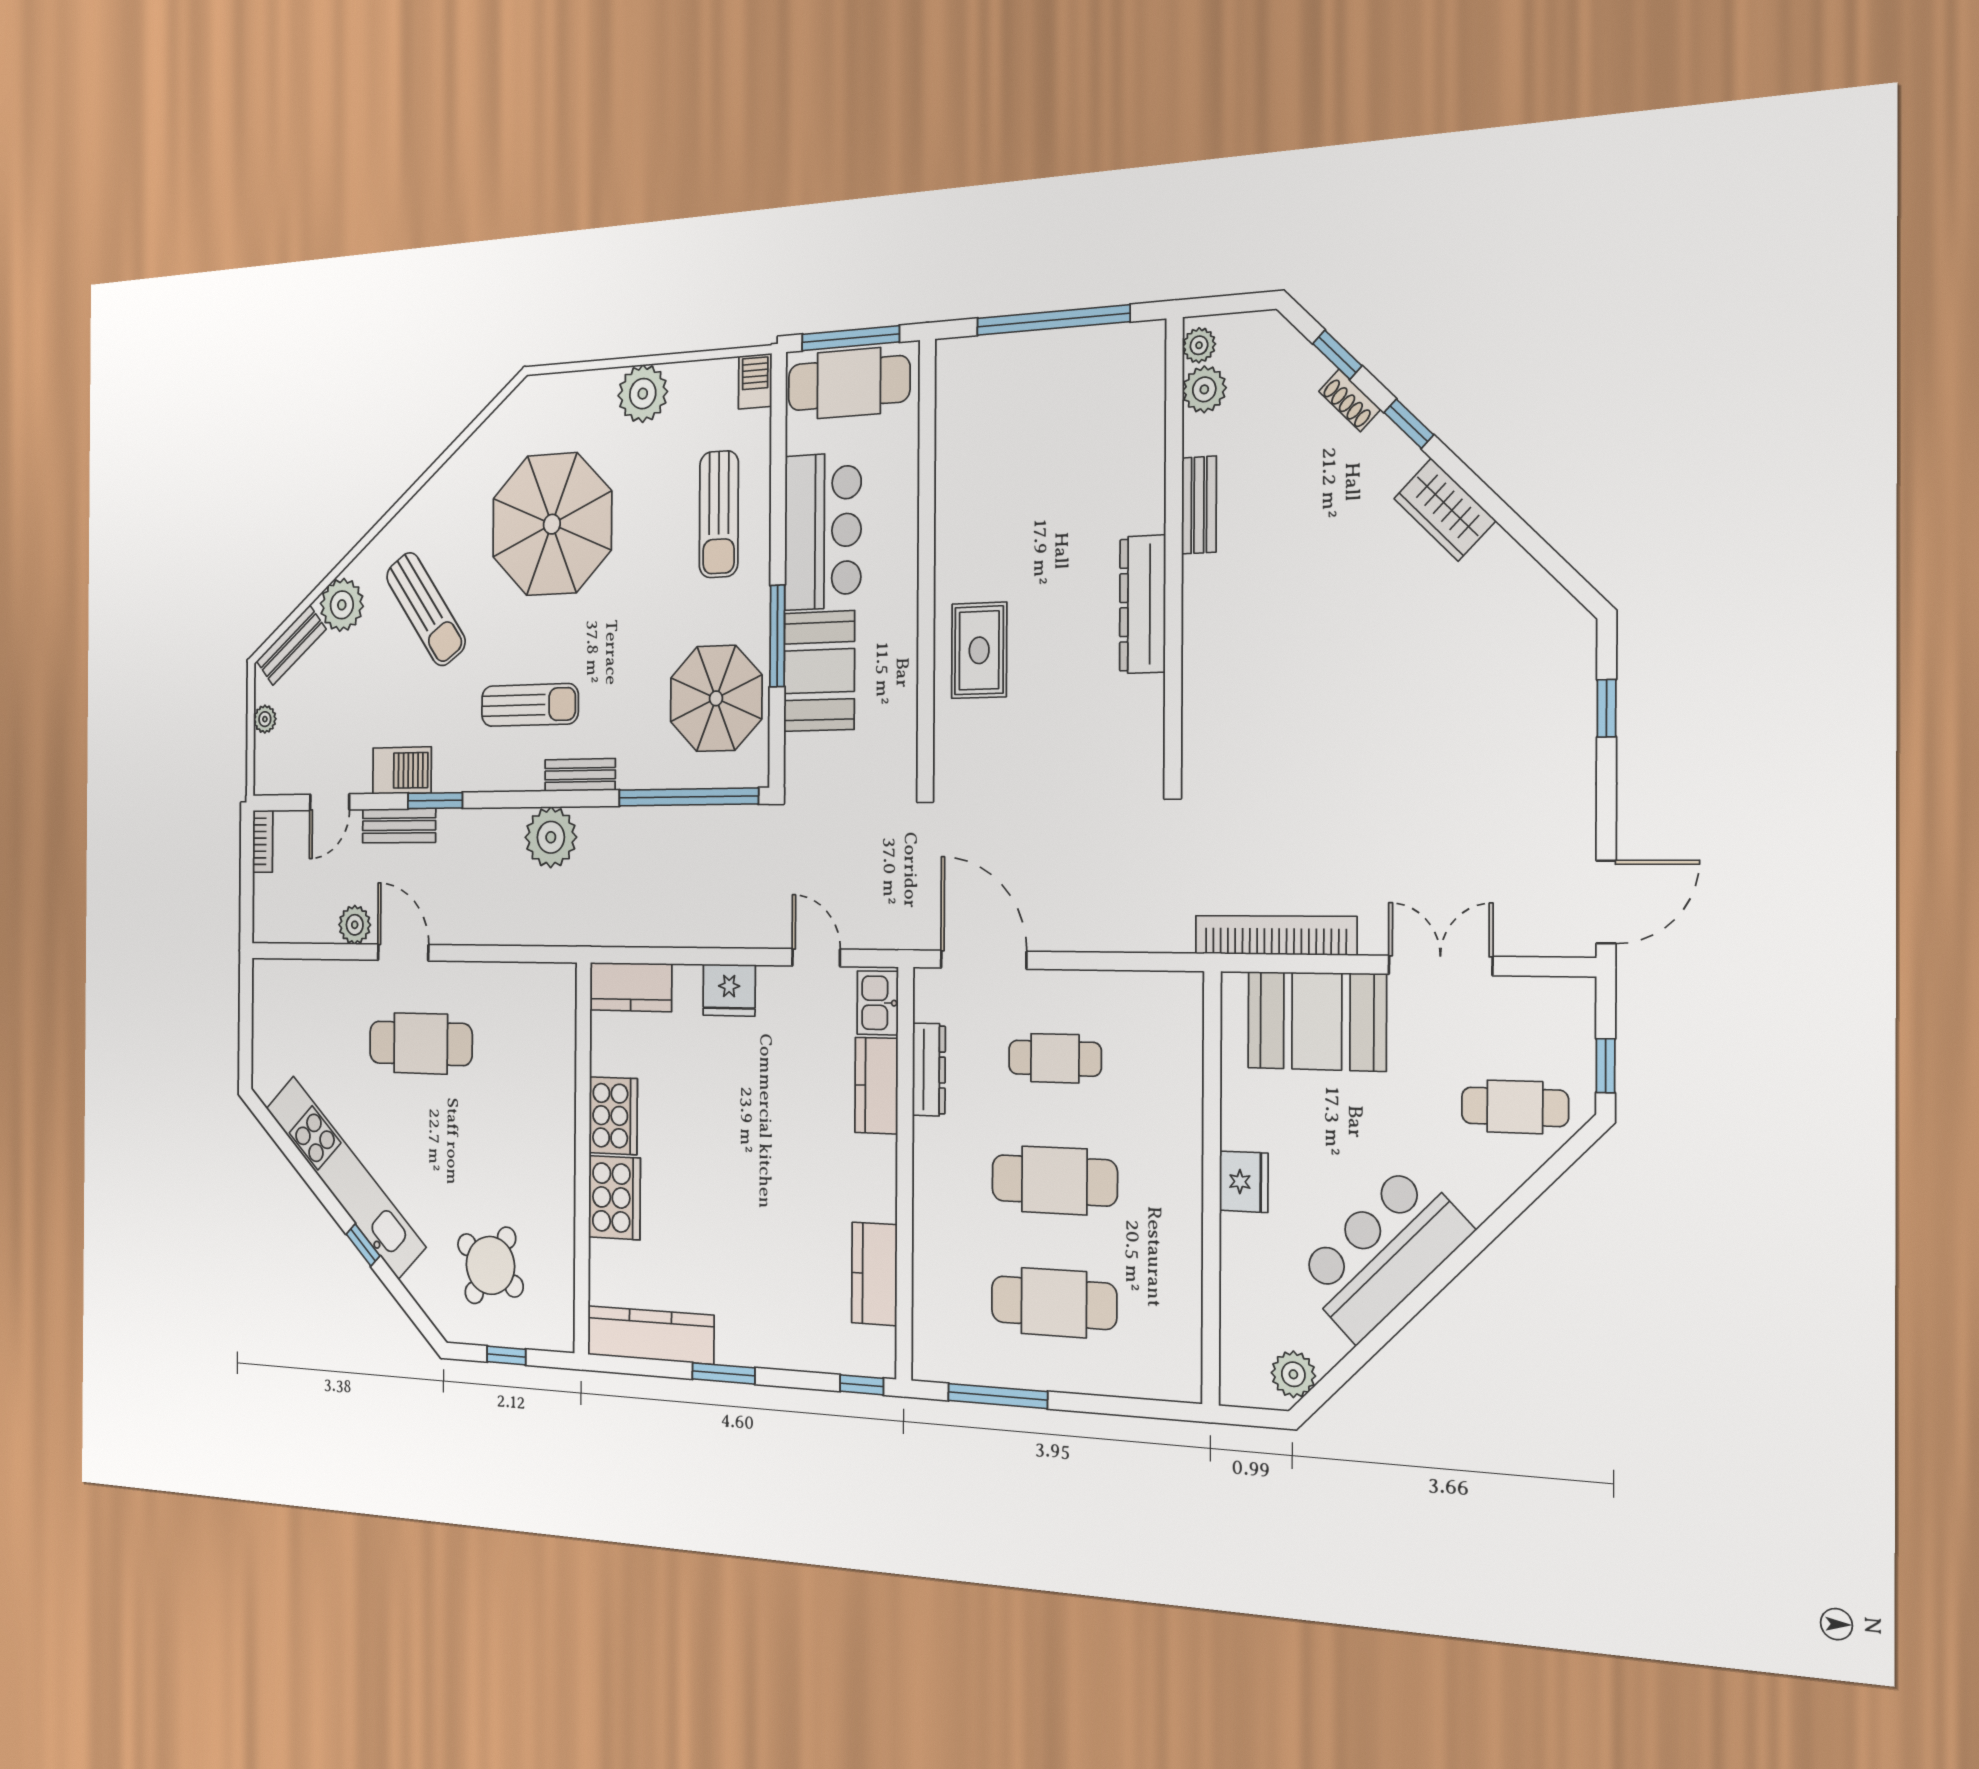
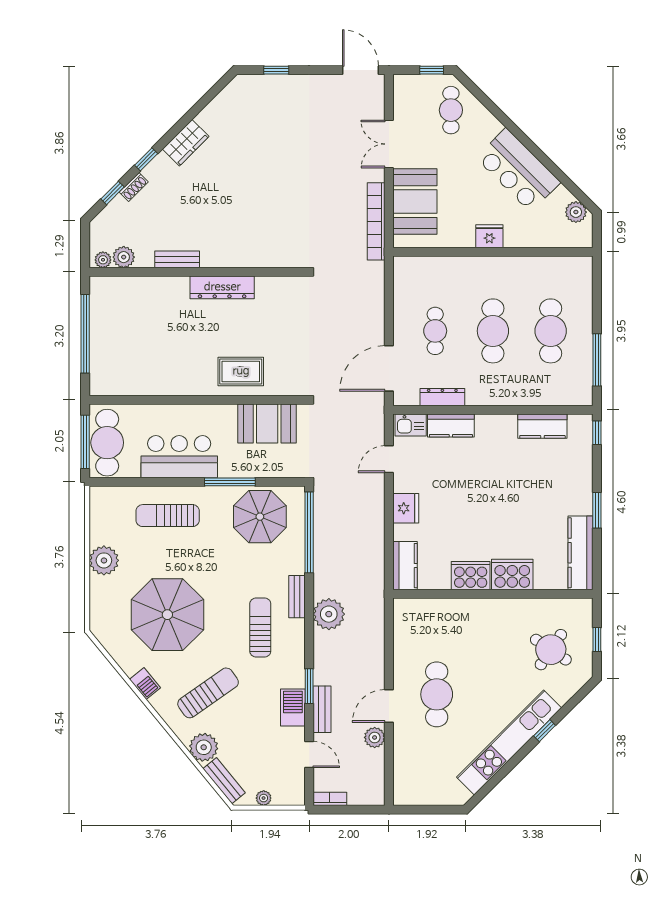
barbecue: (755, 381) -> (145, 684), moved, turned -129
sun lounger: (719, 514) -> (168, 516), turned 180
booth: (819, 671) -> (267, 423), moved

